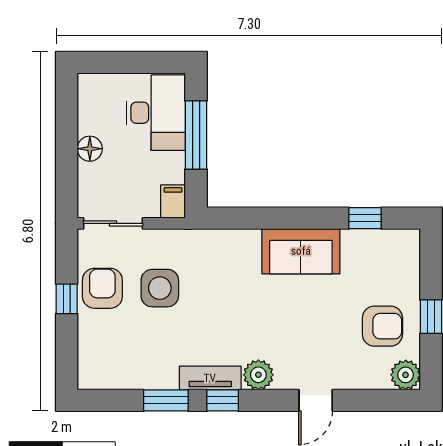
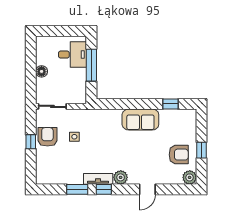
desk: (156, 113) -> (72, 55), width x0.73
filing cabinet: (173, 202) -> (81, 96), removed
side table: (160, 288) -> (74, 137), width x0.54, depth x0.54

